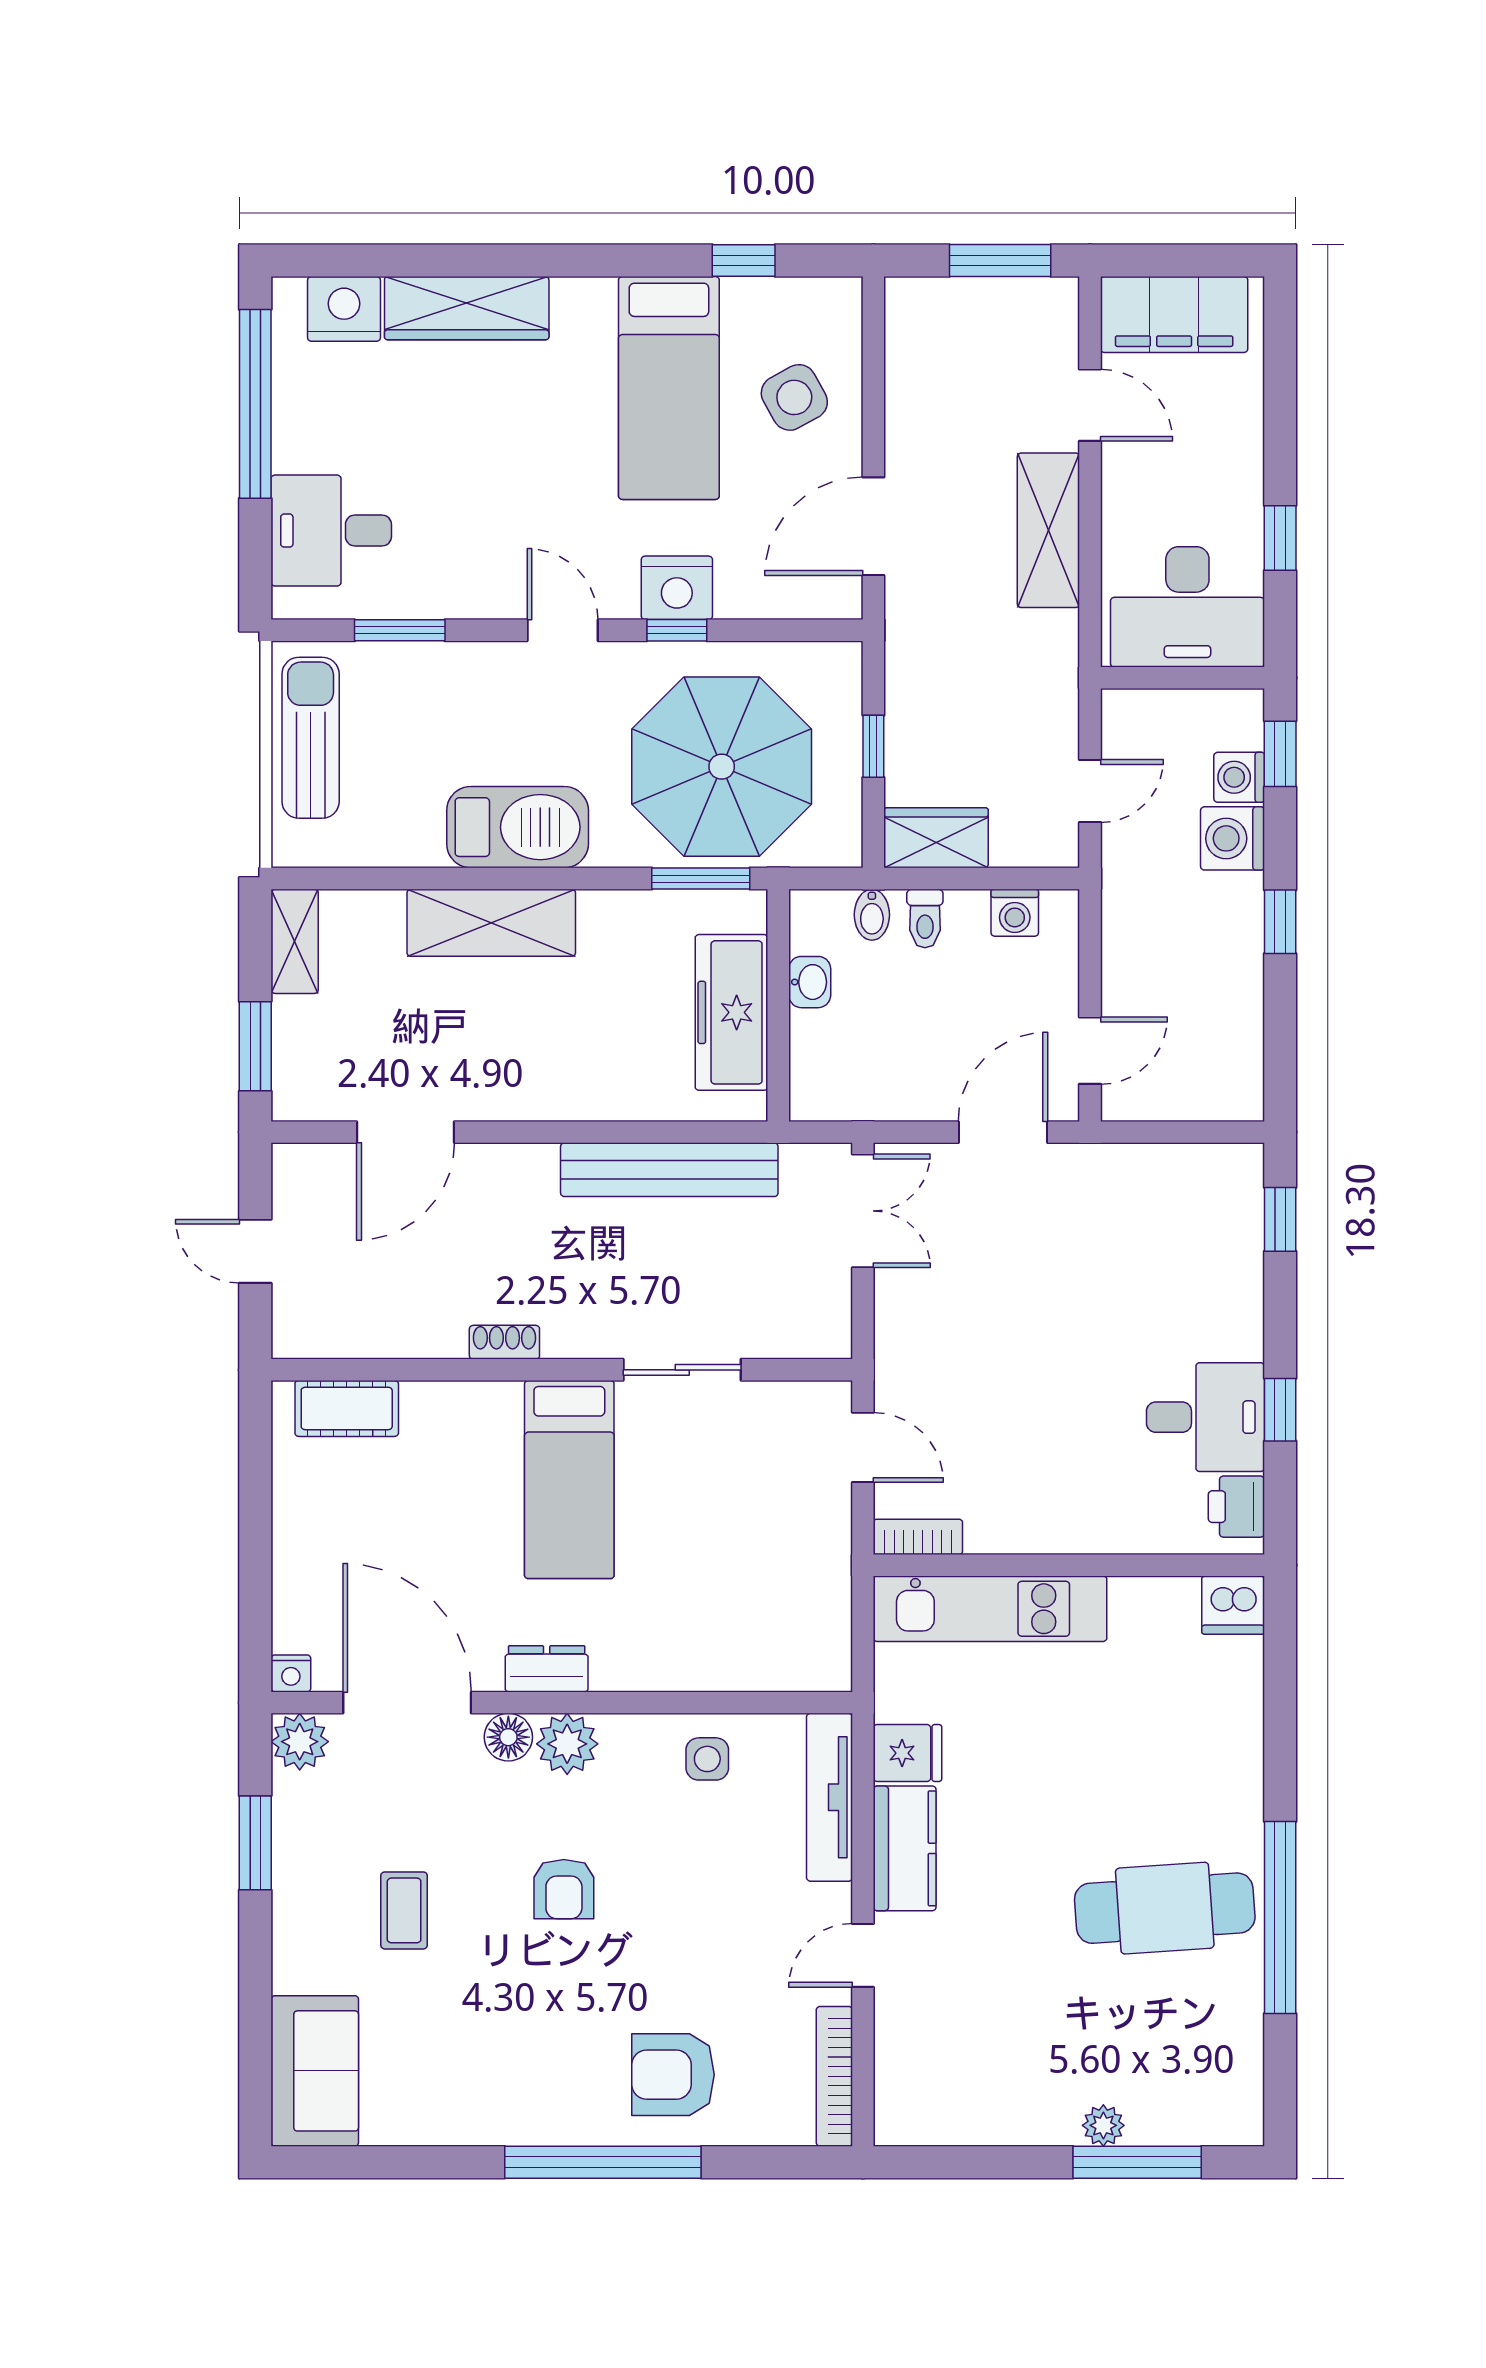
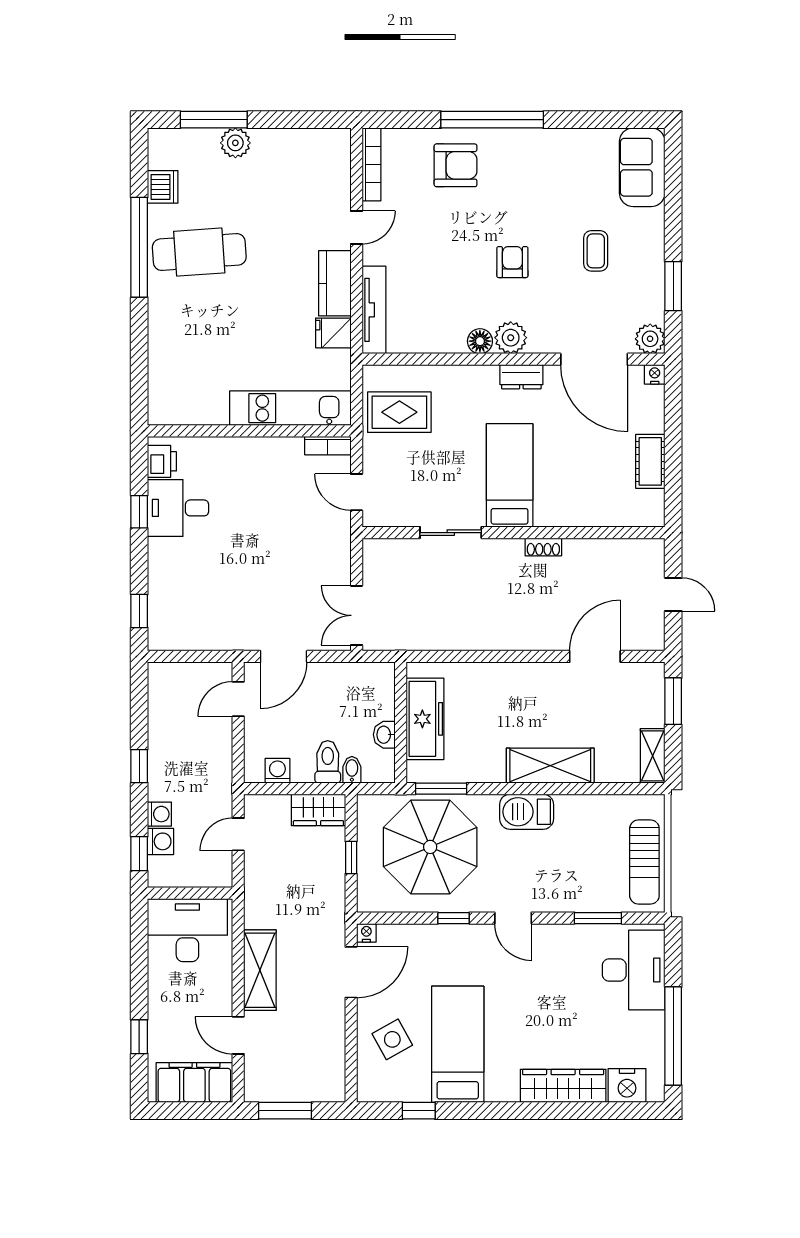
desk: (331, 531) -> (634, 970), width x1.37
window: (1280, 538) -> (139, 1037), moved
nightstand: (677, 588) -> (366, 933), moved, width x0.53, depth x0.56
barbecue: (518, 827) -> (527, 812), width x0.73, depth x0.83
washing machine: (1233, 838) -> (159, 814), width x0.73, depth x0.73
toilet: (925, 918) -> (328, 762), width x1.37, depth x1.39
bench: (669, 1170) -> (457, 637), removed
cot: (347, 1408) -> (650, 461), moved, turned 90
rug: (781, 1601) -> (399, 412), added
dishwasher: (1233, 1605) -> (163, 187), moved, turned 90
floor lamp: (508, 1737) -> (480, 341), moved
side table: (707, 1759) -> (438, 330), removed
plant: (1103, 2125) -> (235, 143), width x1.38, depth x1.38

